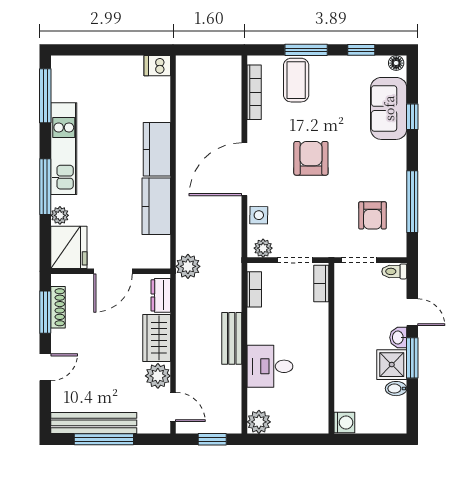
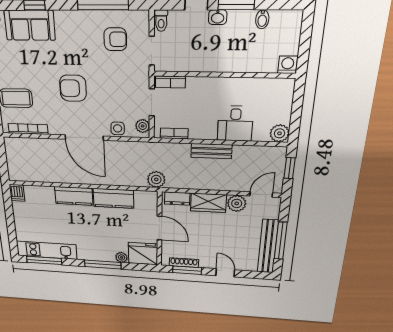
kitchen unit: (64, 149) -> (47, 250), moved
shower: (392, 365) -> (241, 23), removed

